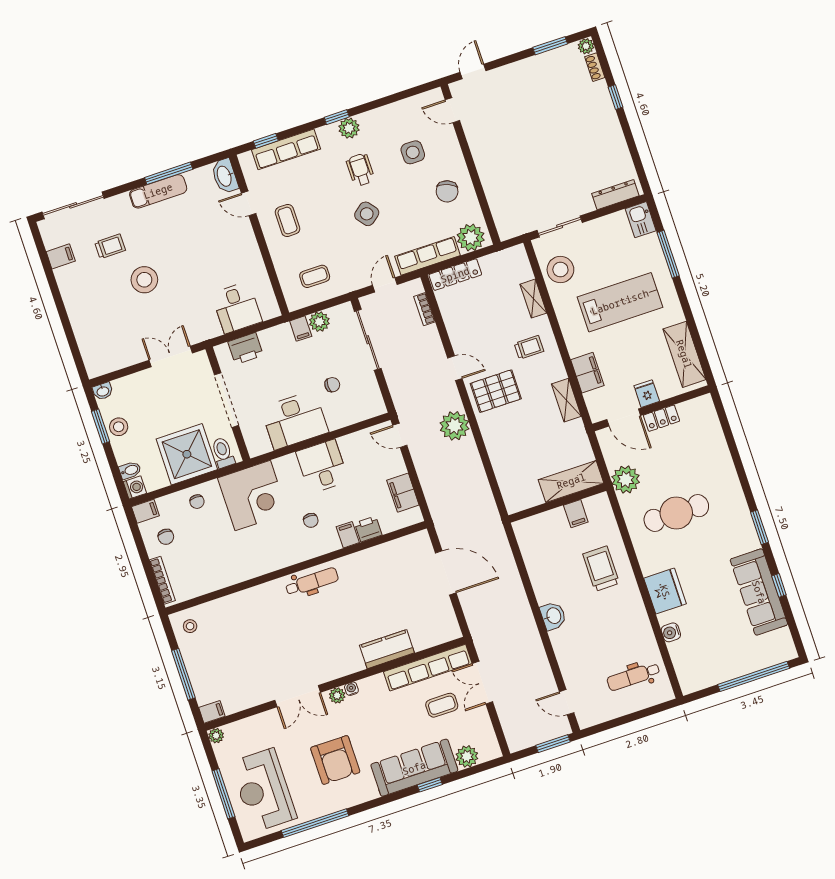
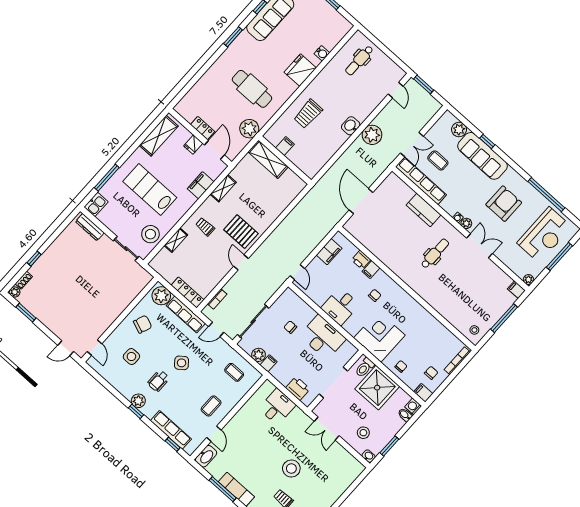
plant: (454, 426) -> (372, 135), moved
stool: (119, 427) -> (363, 433), moved
dental chair: (312, 582) -> (435, 253), moved, turned 90
dental chair: (633, 676) -> (359, 60), turned 90

